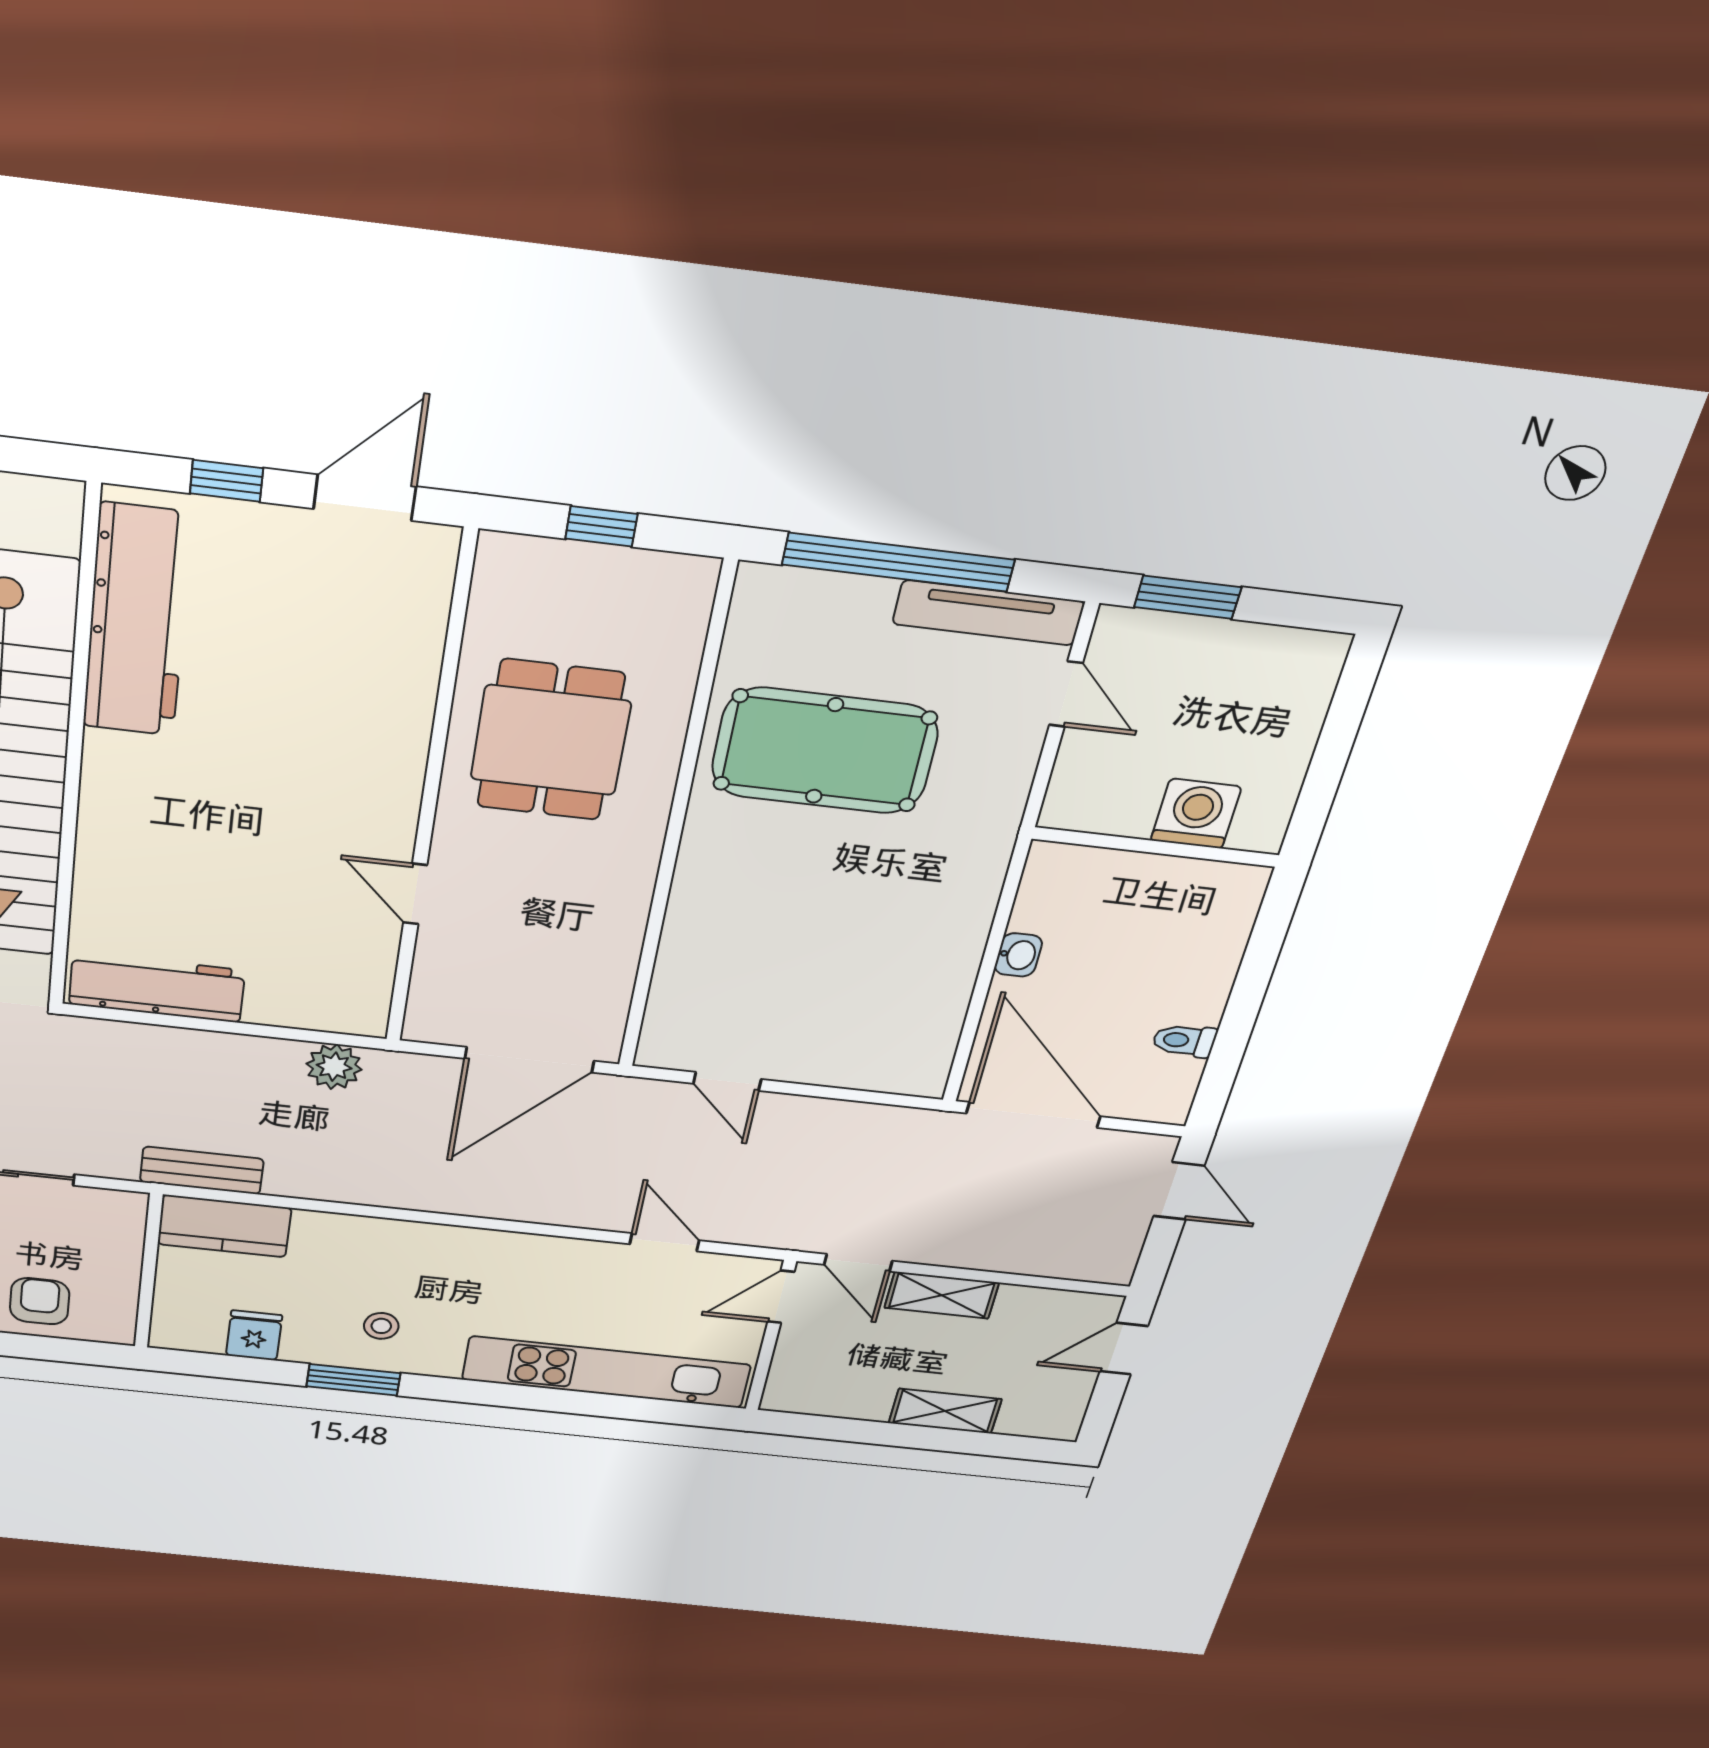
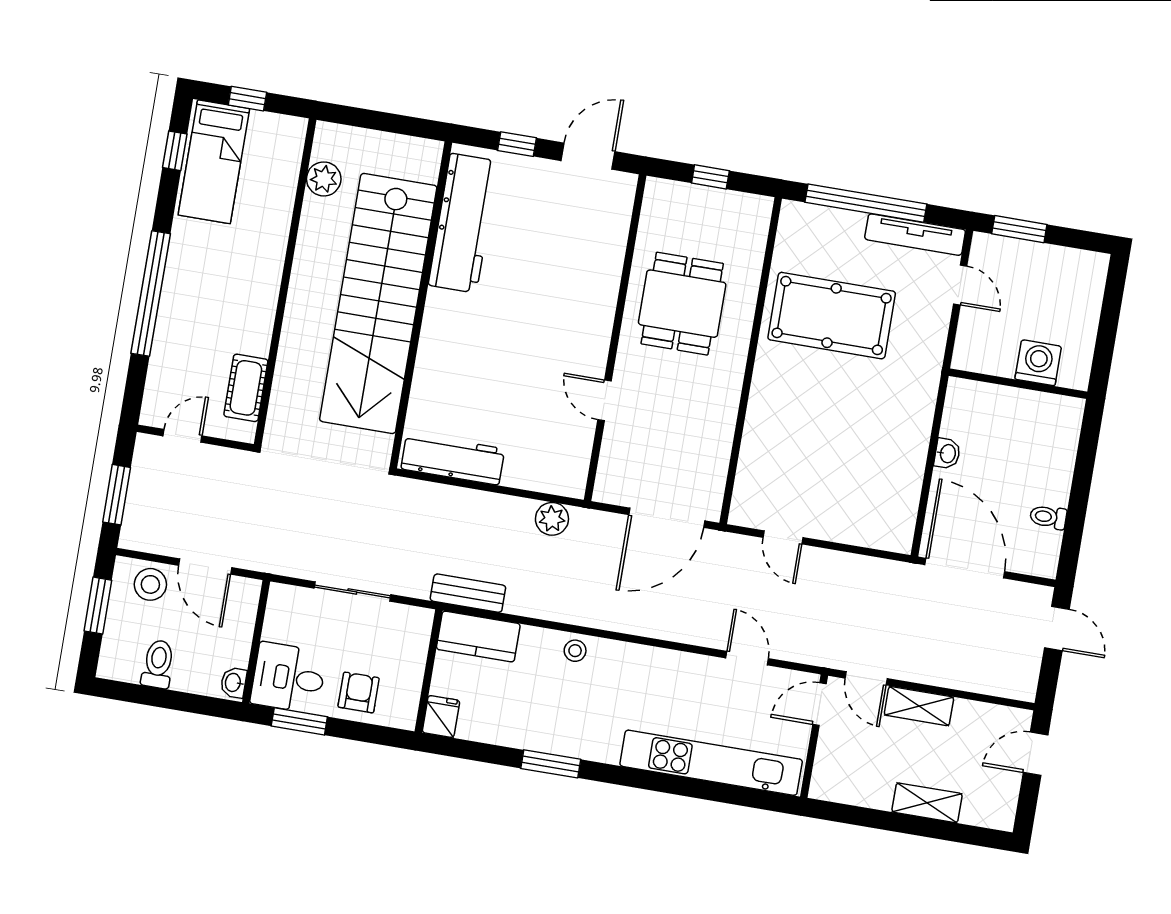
stool: (381, 1326) -> (575, 651), moved
fridge: (254, 1335) -> (441, 716), moved

